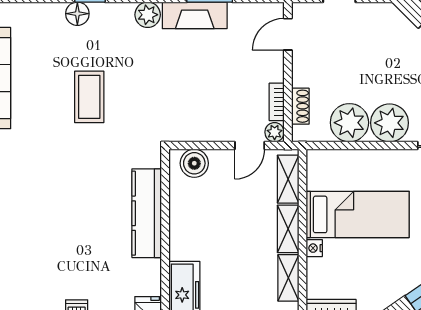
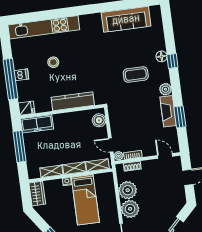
coffee table: (89, 97) -> (136, 75), moved
stool: (59, 243) -> (53, 62), added

